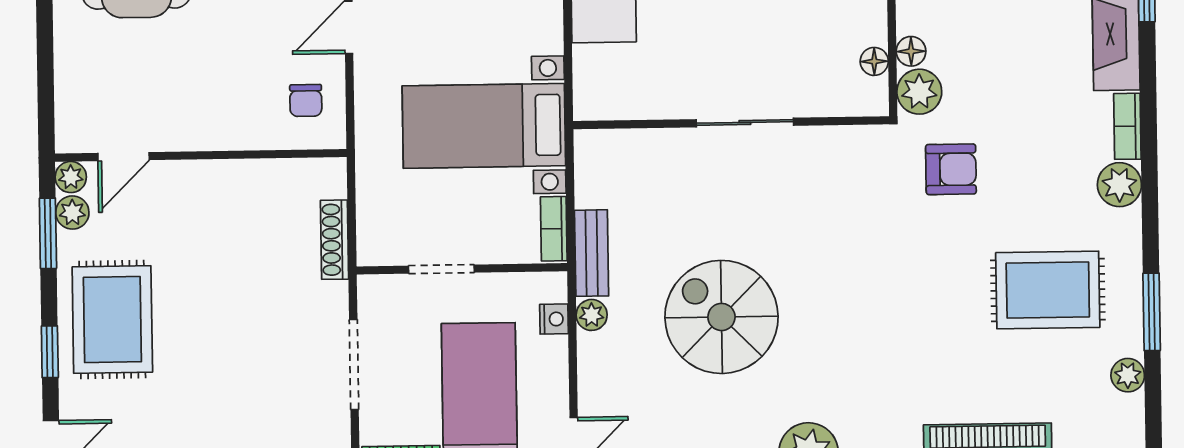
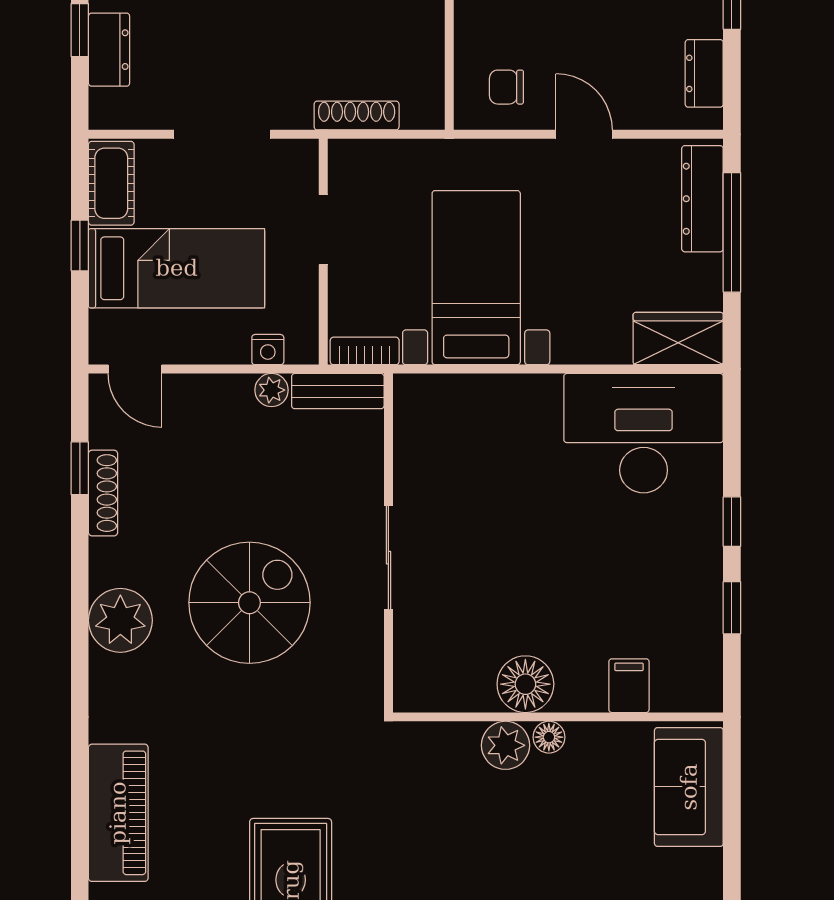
floor lamp: (874, 61) -> (525, 684), width x1.89, depth x1.89
sliding door: (745, 122) -> (388, 558), moved
wall: (731, 123) -> (388, 543), moved
armchair: (951, 169) -> (422, 778), removed
spiral stairs: (721, 317) -> (249, 603), moved

